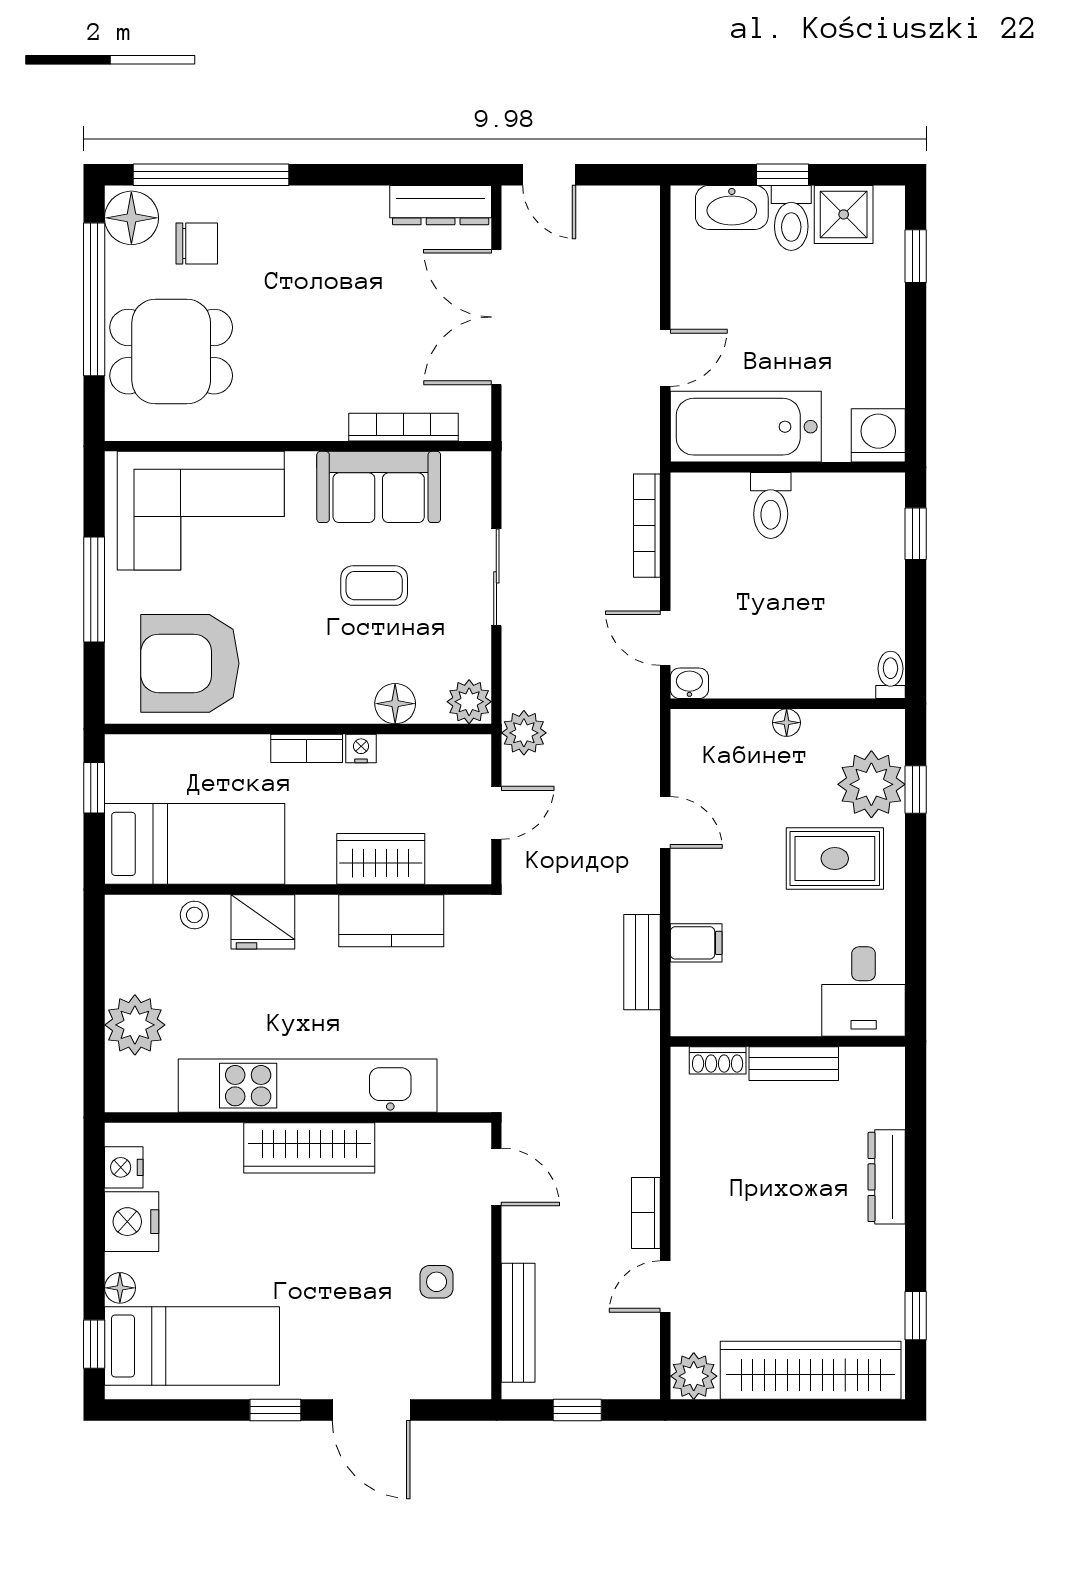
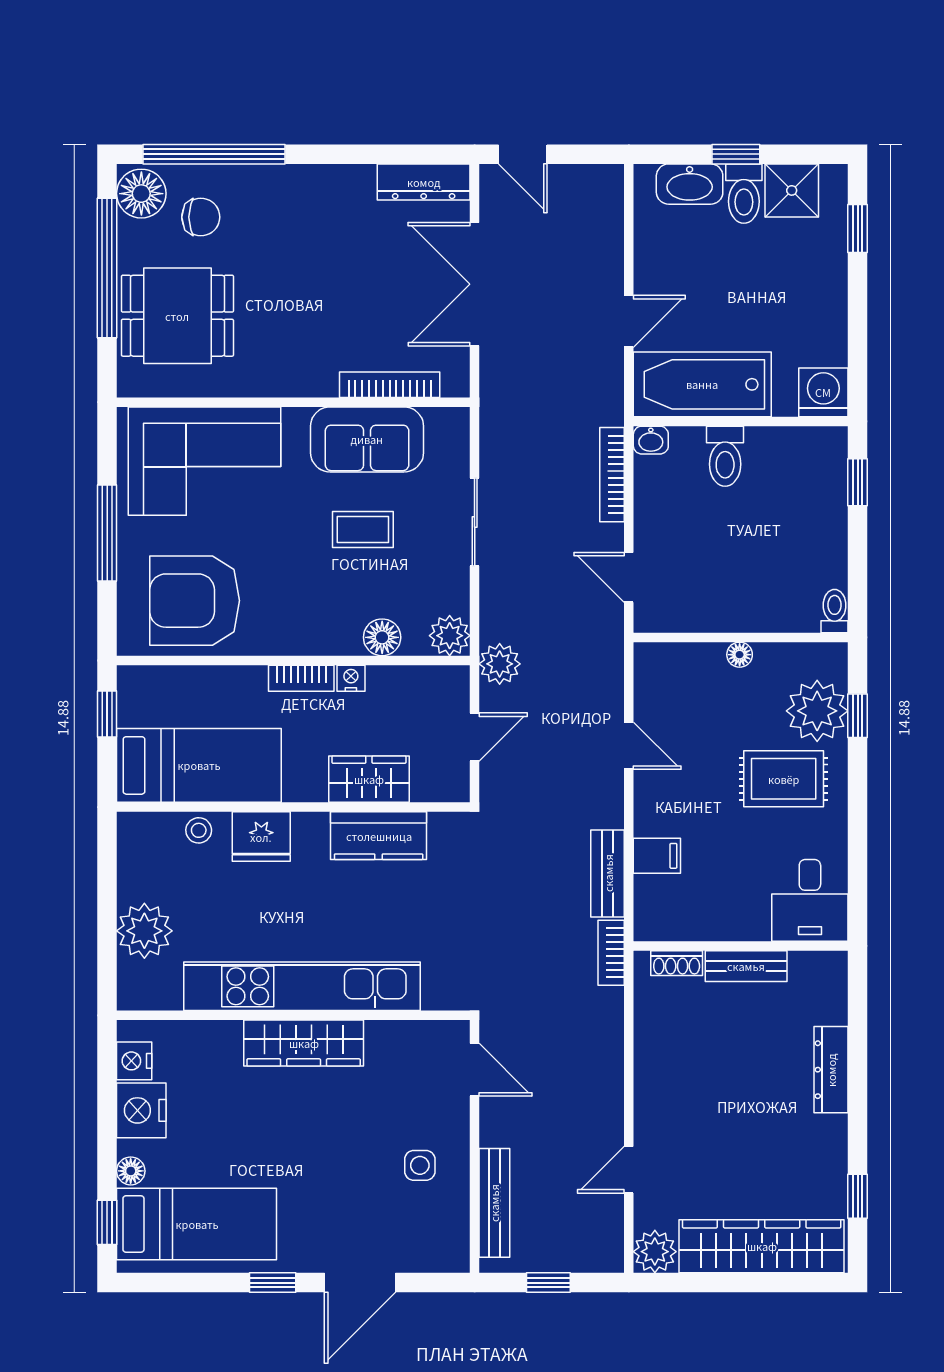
washbasin: (689, 683) -> (651, 440), moved, turned 180
bookcase: (646, 1213) -> (611, 953), moved
door: (371, 1410) -> (360, 1283), hinge flipped

